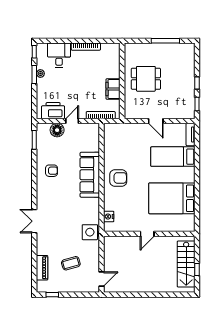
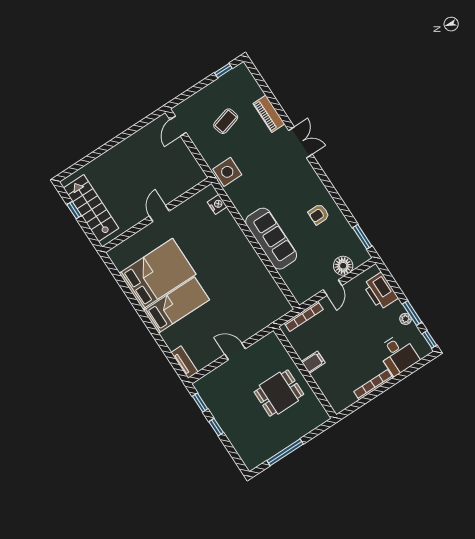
filing cabinet: (113, 89) -> (313, 362), width x0.50
printer: (53, 111) -> (381, 291), moved, turned 90
bed: (173, 157) -> (176, 305), moved
armchair: (118, 178) -> (236, 257), removed
piano: (42, 268) -> (269, 114), moved

